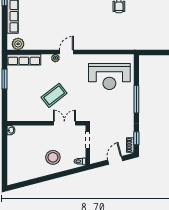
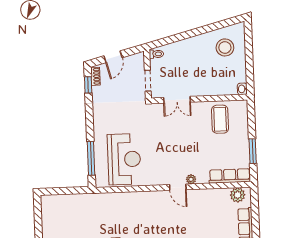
door: (66, 52) -> (178, 187), hinge flipped
reception desk: (109, 77) -> (124, 159), turned 90
coffee table: (54, 95) -> (220, 119), moved, turned -52
window: (136, 99) -> (91, 158), moved
stool: (53, 157) -> (225, 47), moved

